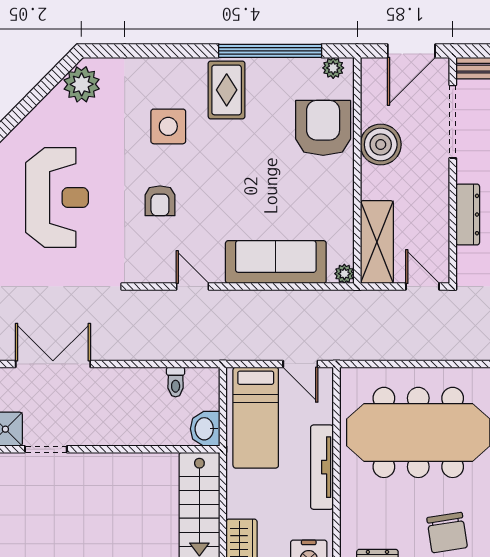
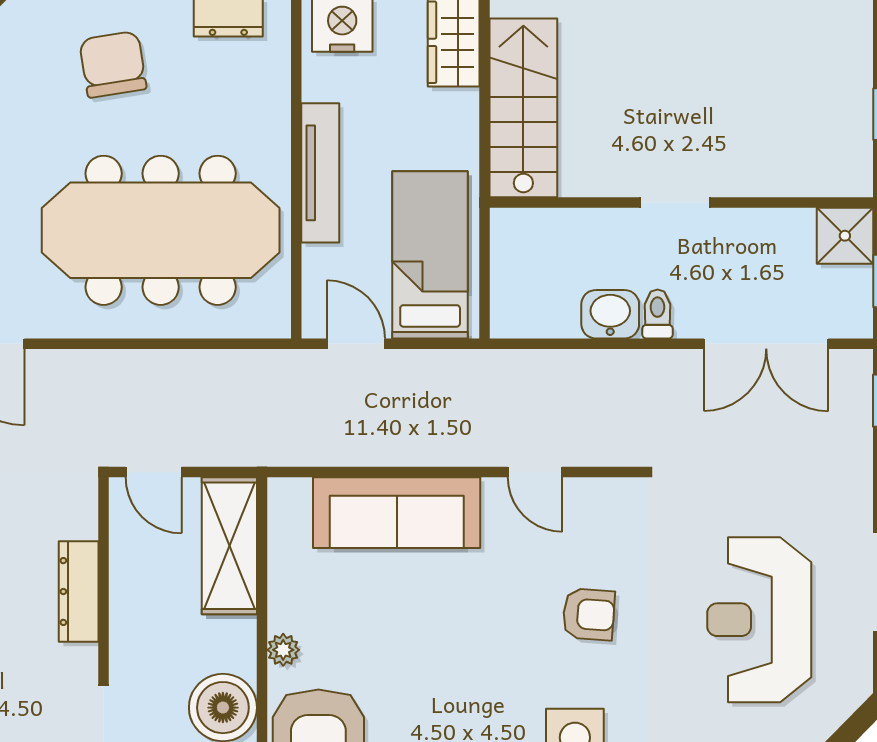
armchair: (160, 201) -> (589, 614), turned 94
plant: (344, 274) -> (283, 650), moved
toilet: (176, 382) -> (658, 314), moved
washbasin: (205, 429) -> (610, 314), moved, turned -90
doorway: (46, 449) -> (675, 202), moved

